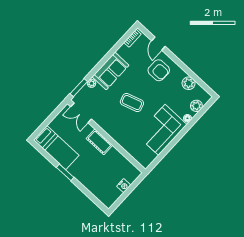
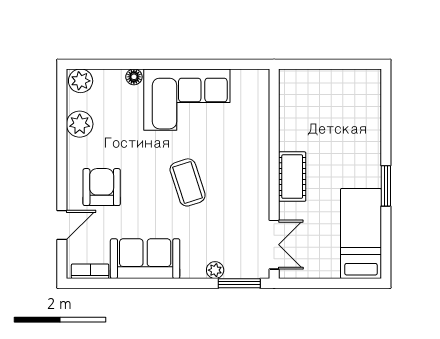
sofa: (110, 71) -> (145, 259), moved
plant: (196, 106) -> (81, 81), moved
nightstand: (124, 186) -> (324, 79), removed

